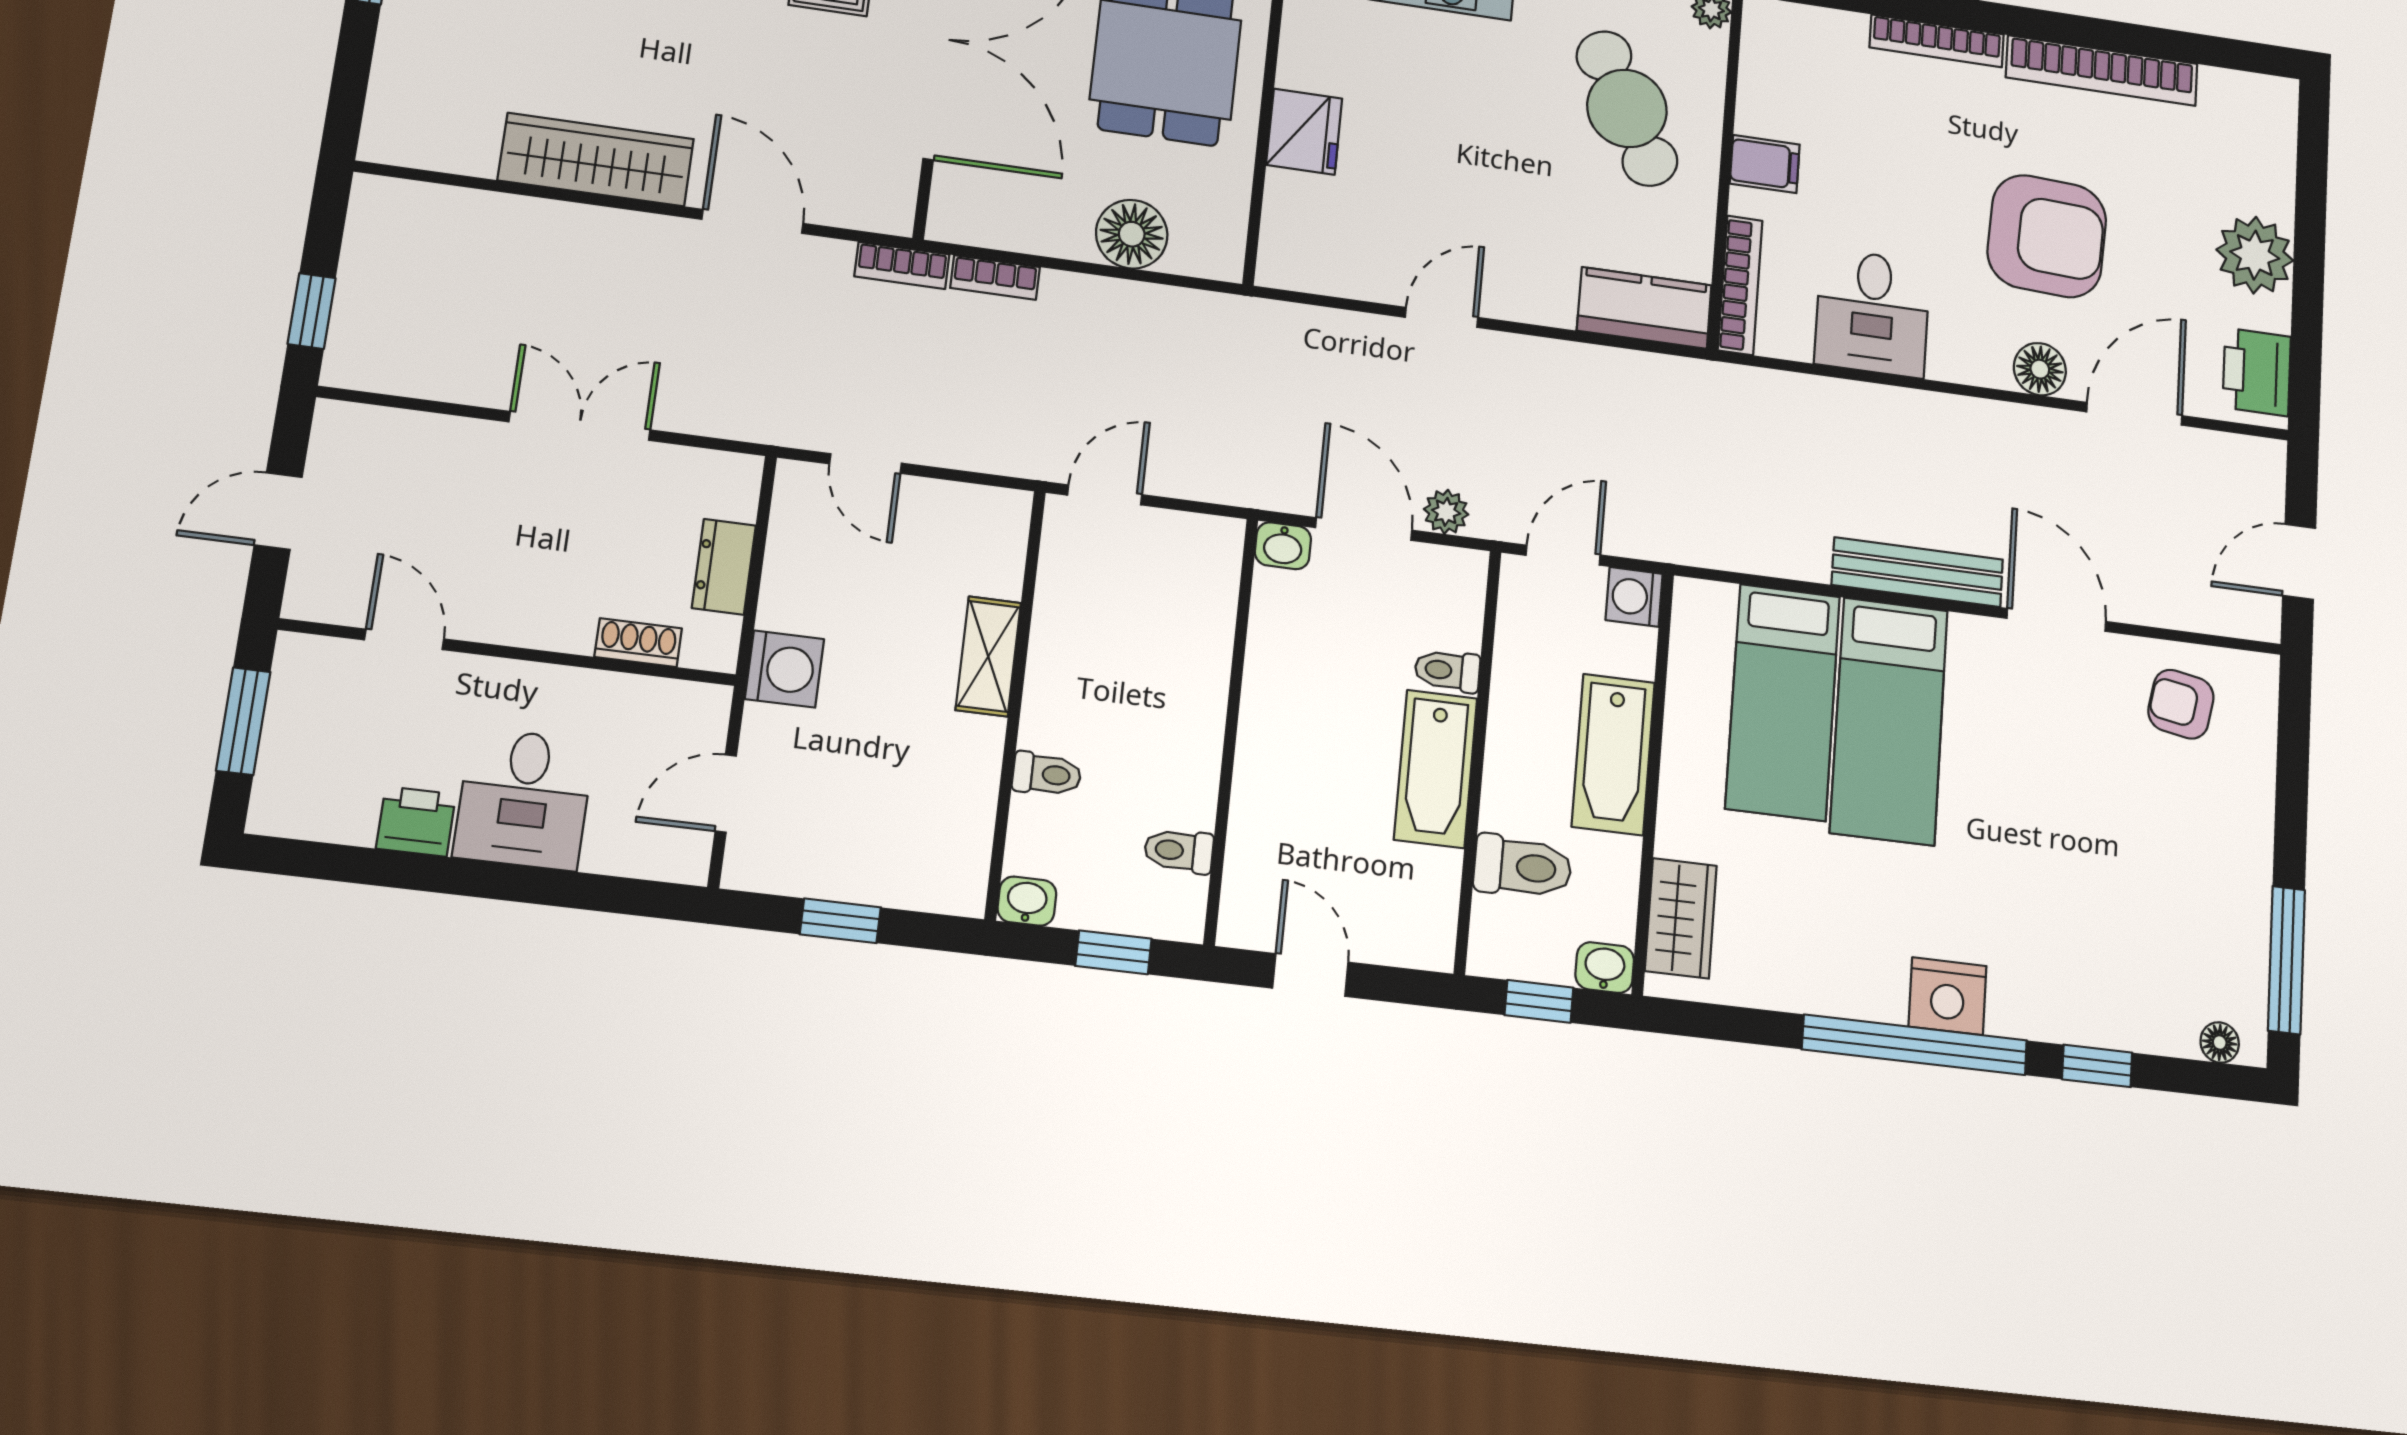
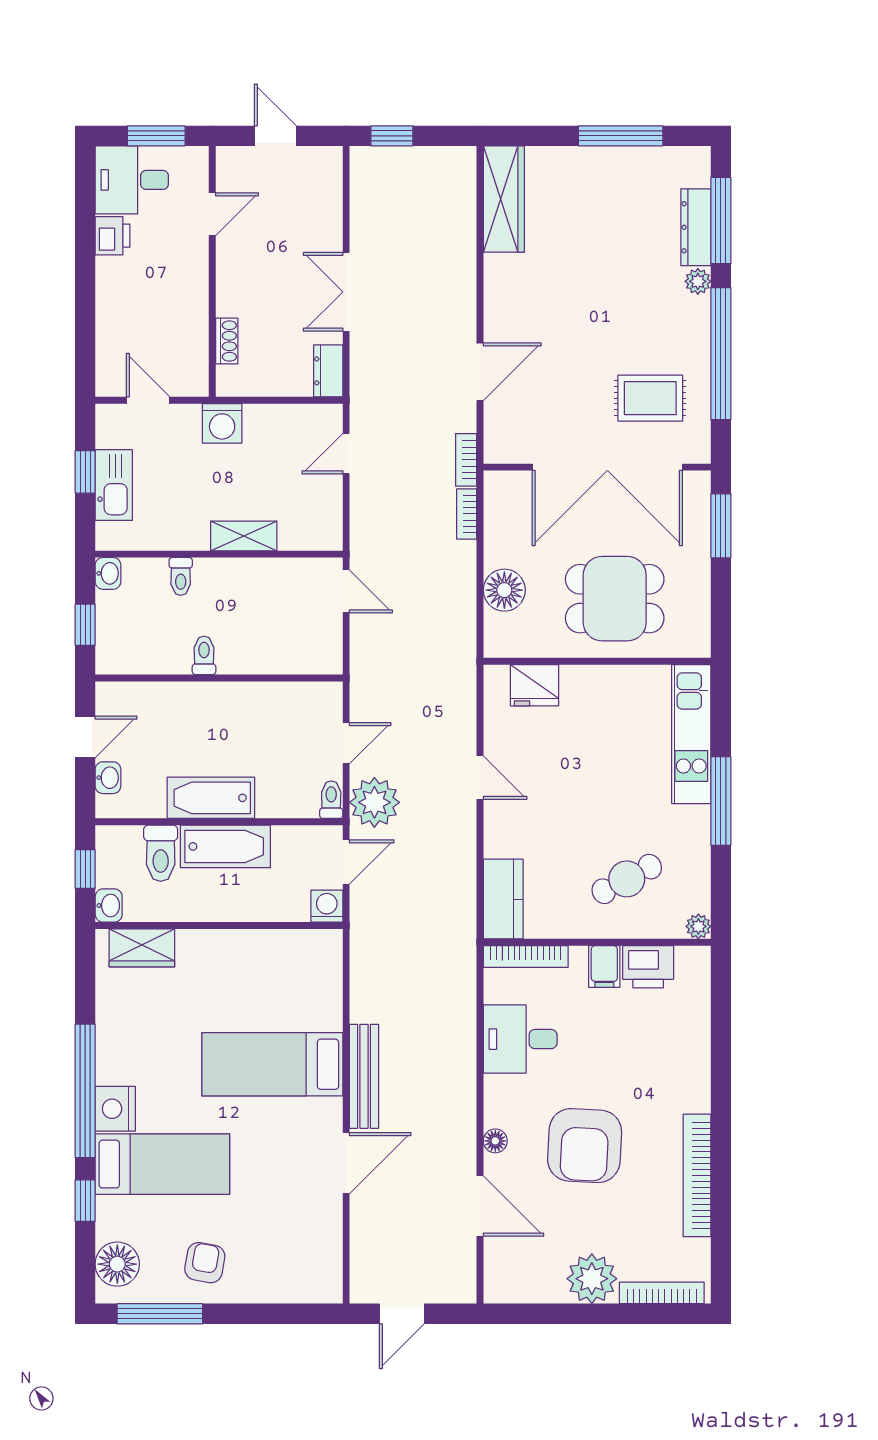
bookcase: (1937, 41) -> (662, 1293), moved, turned 90
cafe table: (1627, 108) -> (627, 879), width x0.73, depth x0.74
fridge: (1304, 132) -> (535, 685), moved
wardrobe: (596, 160) -> (504, 199), moved
floor lamp: (2040, 369) -> (495, 1141), width x0.73, depth x0.73
printer: (2257, 372) -> (648, 967), moved, turned 180
double door: (580, 426) -> (346, 292), swing flipped
plant: (1446, 512) -> (374, 802), width x1.88, depth x1.88
door: (1364, 529) -> (346, 743), width x0.73
washbasin: (1283, 546) -> (108, 778), moved, turned 180
door: (1563, 555) -> (346, 862), hinge flipped
door: (2299, 562) -> (402, 1314), swing flipped
dresser: (724, 567) -> (328, 371), moved, turned -90
toilet: (1447, 671) -> (331, 800), moved
bed: (1783, 702) -> (162, 1164), moved, turned 180
armchair: (2181, 704) -> (205, 1263), moved
bathtub: (1613, 754) -> (225, 846), moved, turned 180
desk: (524, 799) -> (132, 180), moved
toilet: (1179, 851) -> (204, 655), moved
kitchen sink: (871, 872) -> (114, 485), added
floor lamp: (2220, 1043) -> (117, 1264), width x1.89, depth x1.89

